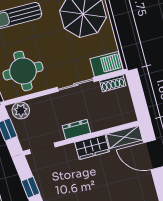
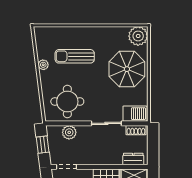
plant: (21, 110) -> (69, 132), moved
dresser: (76, 129) -> (133, 159), moved

